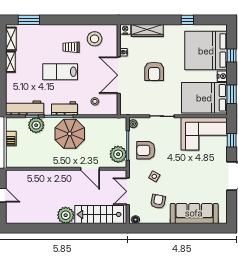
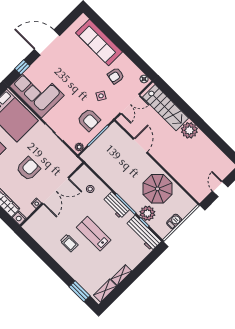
stool: (95, 39) -> (47, 233), removed
lab bench: (60, 72) -> (94, 234), turned 180
parasol: (70, 134) -> (157, 189), moved
plant: (118, 154) -> (111, 136), removed

